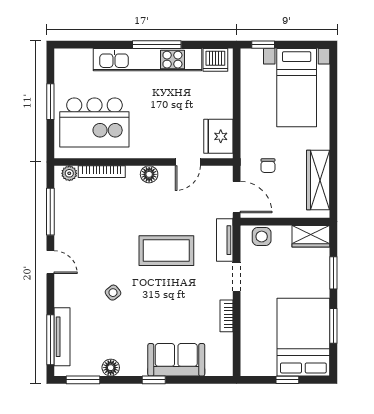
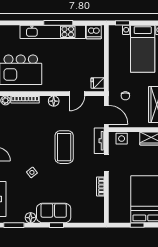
fridge: (218, 136) -> (98, 83), width x0.53, depth x0.75
coffee table: (166, 251) -> (64, 147), turned 90
sofa: (176, 360) -> (54, 213), moved

